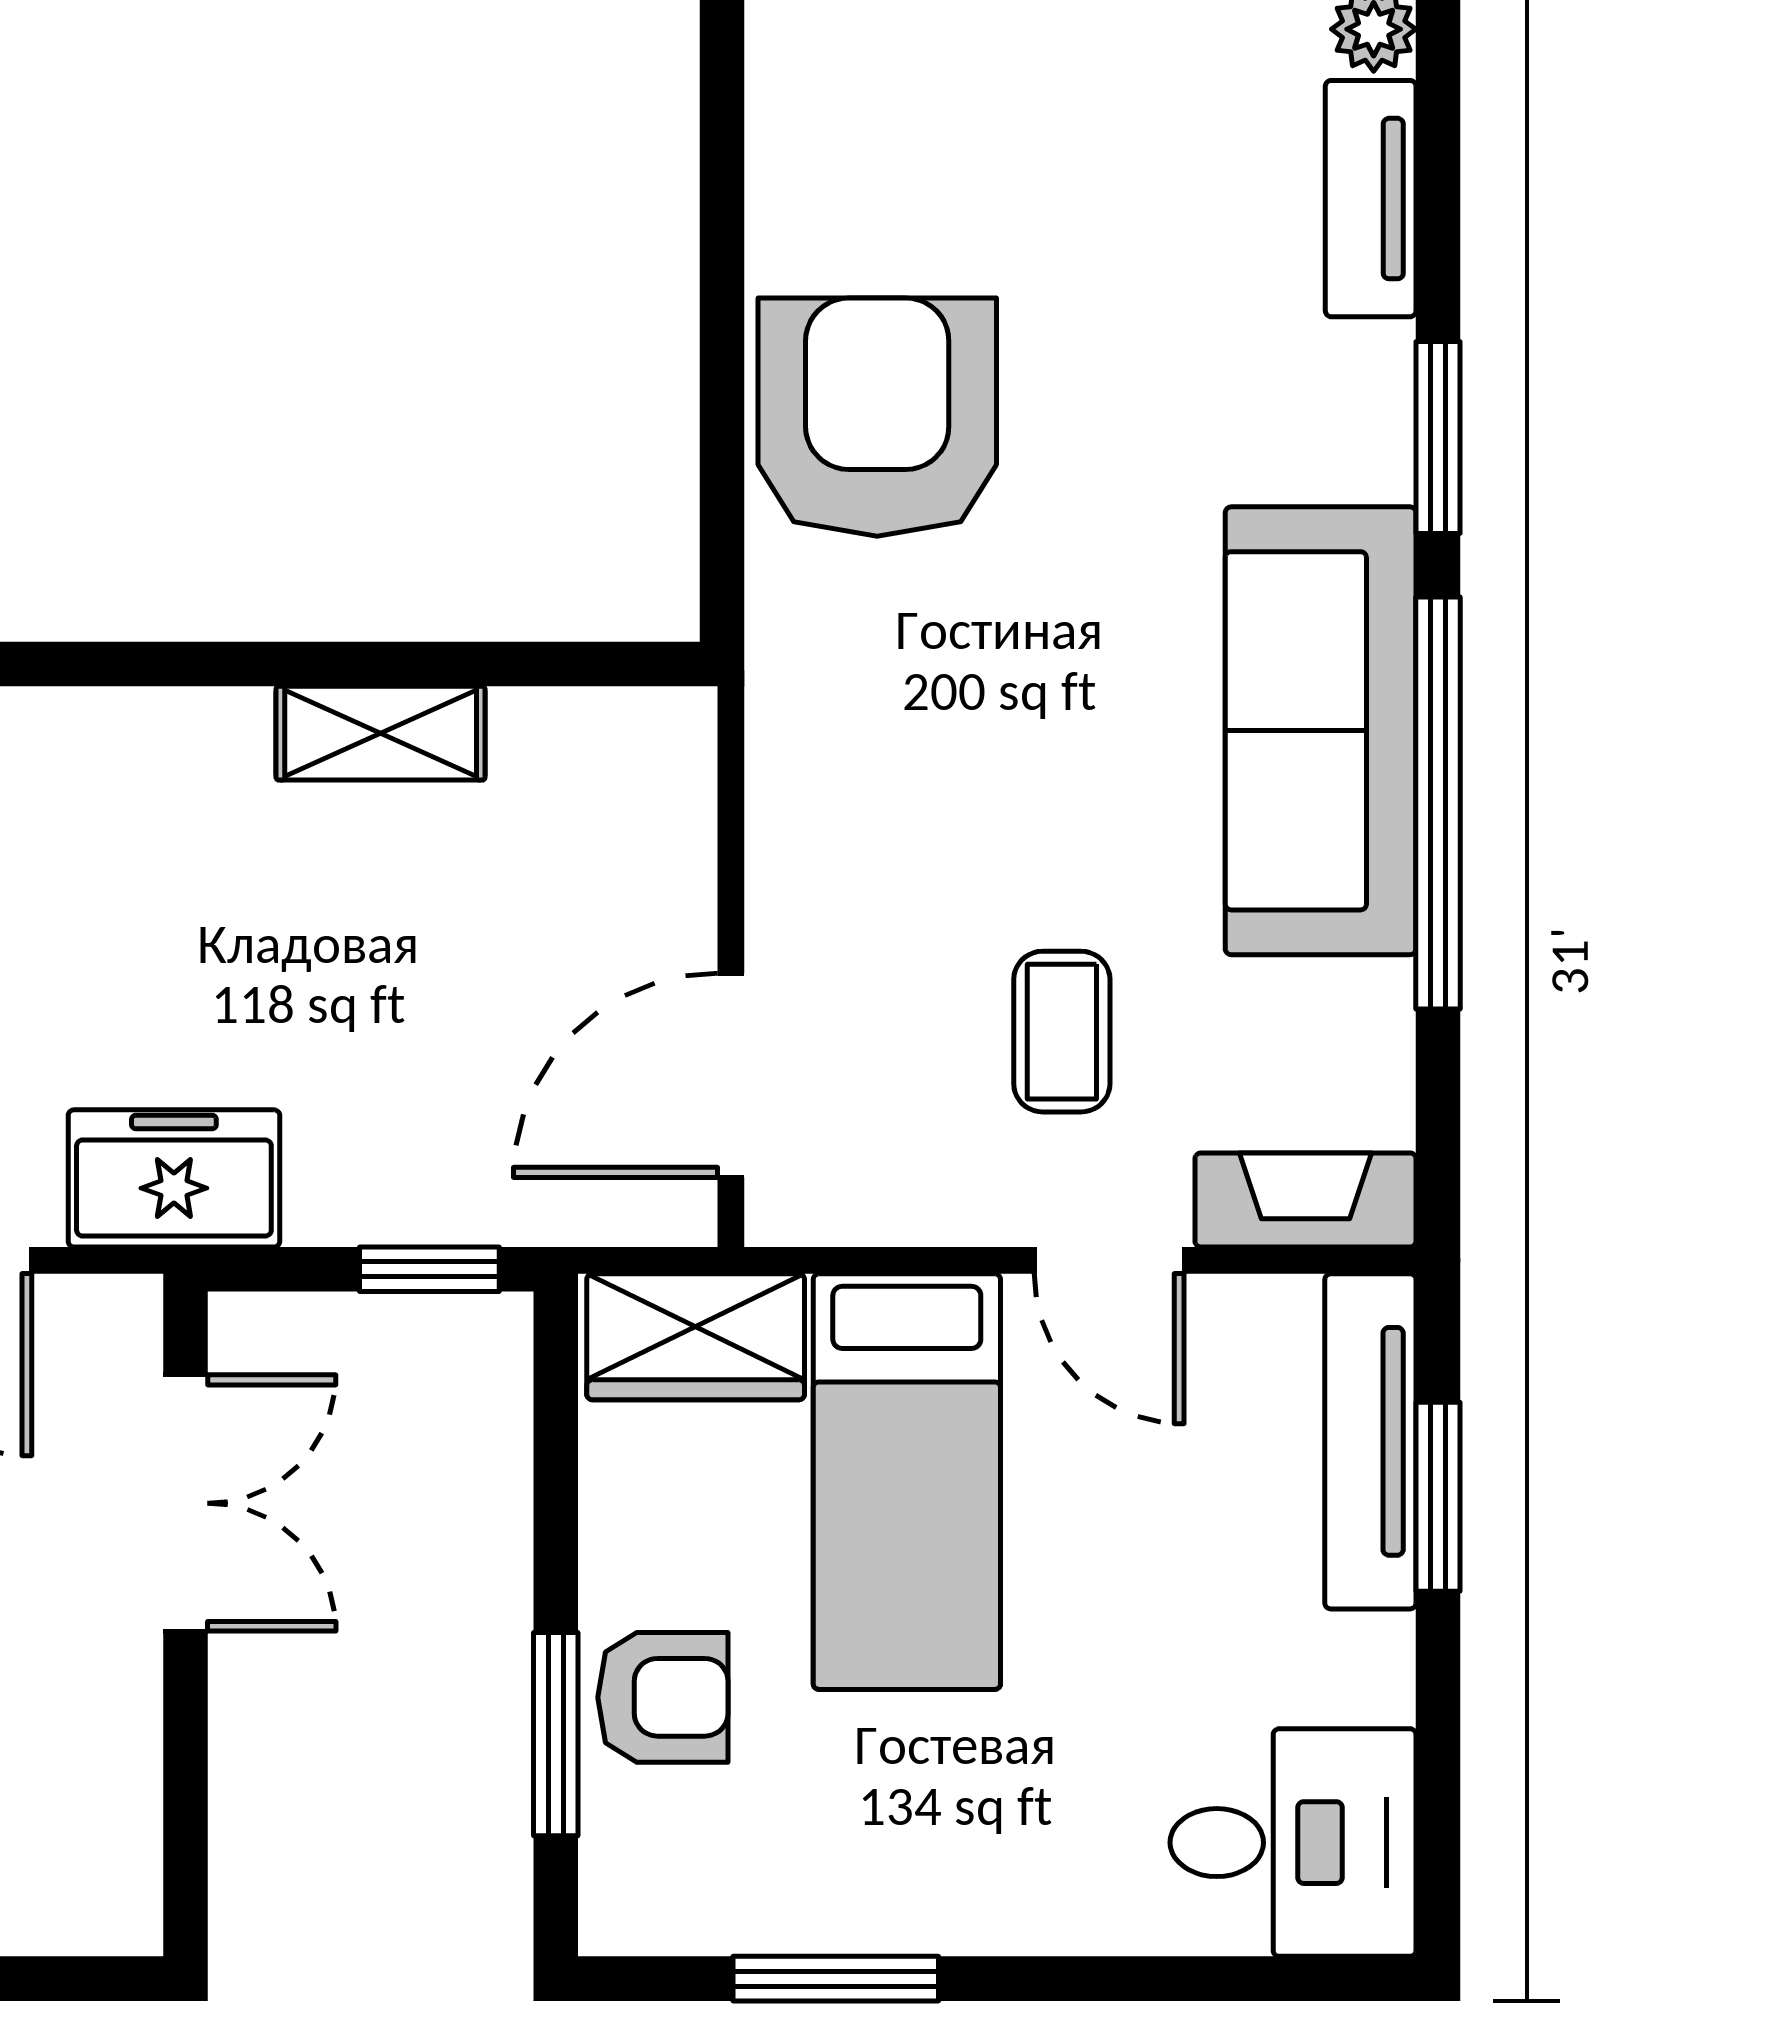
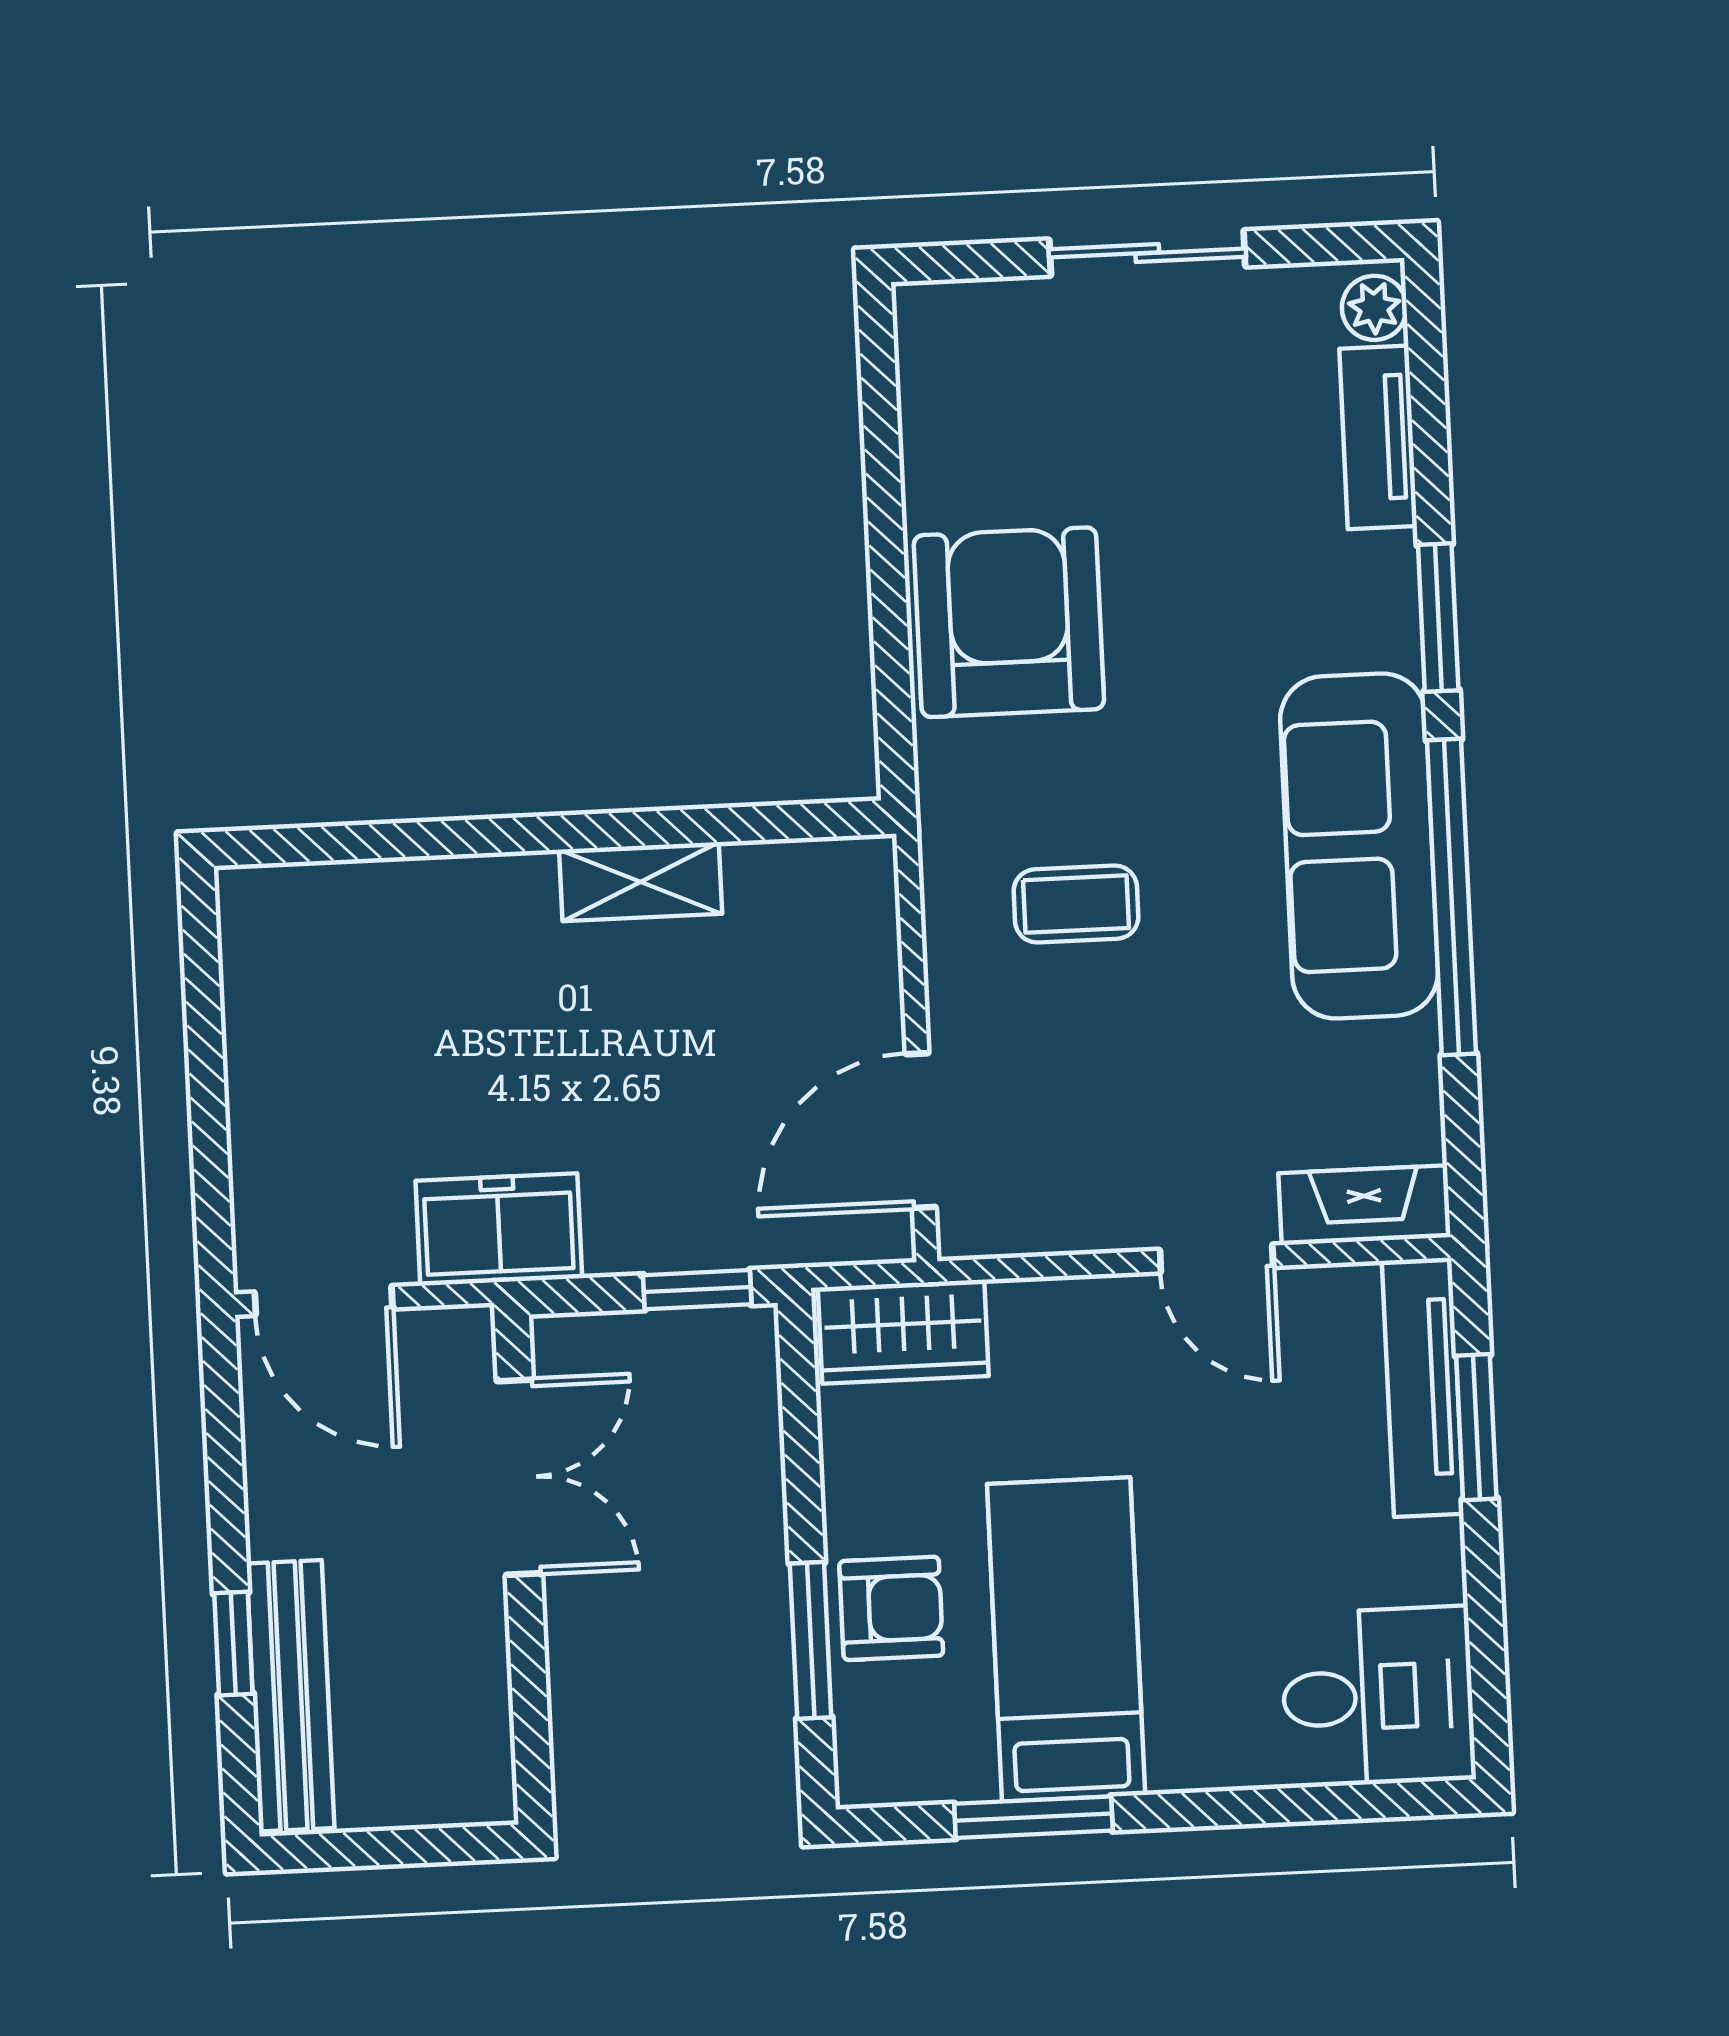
coffee table: (1062, 1032) -> (1076, 904), moved, turned 90
bed: (907, 1482) -> (1066, 1639), moved, turned 180

